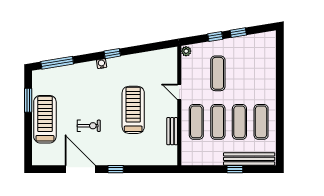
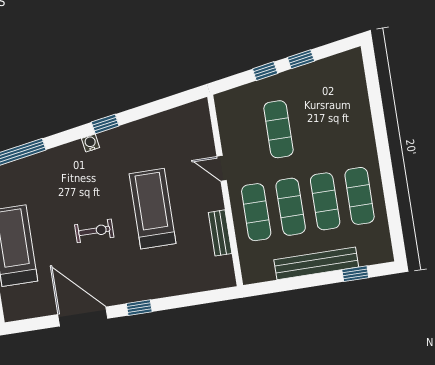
plant: (186, 51) -> (222, 102), removed
exercise bike: (89, 126) -> (94, 231), moved
bench: (249, 159) -> (316, 263), moved
window: (235, 169) -> (355, 274), moved

